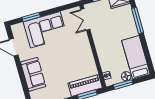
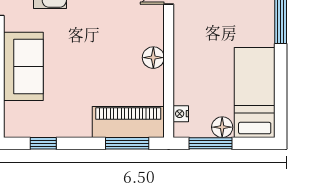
floor lamp: (88, 55) -> (153, 58), added

